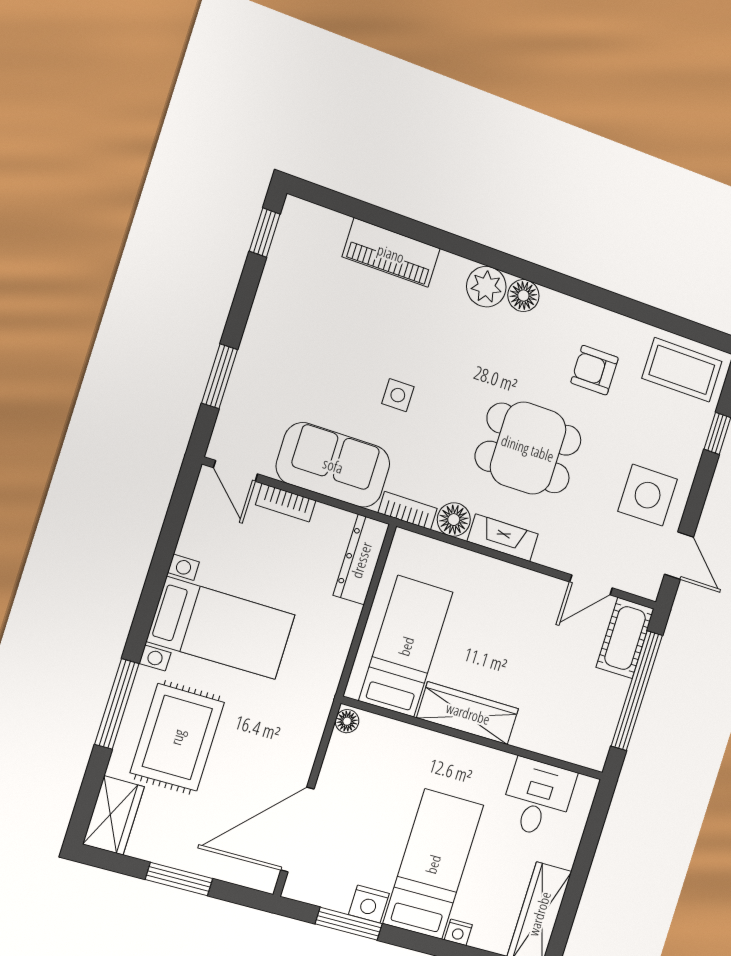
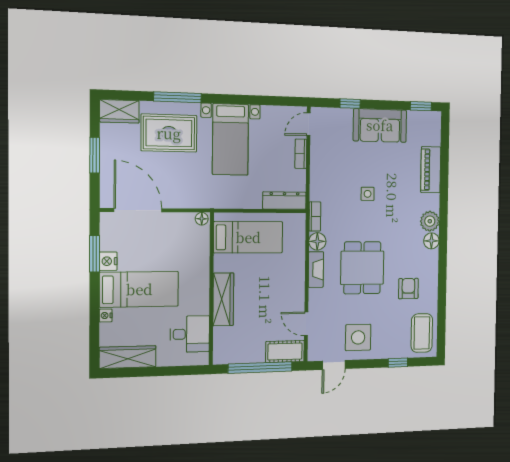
window: (220, 376) -> (350, 104), width x0.67
sofa: (333, 465) -> (380, 125), moved, turned 90
wardrobe: (468, 713) -> (223, 299), moved

